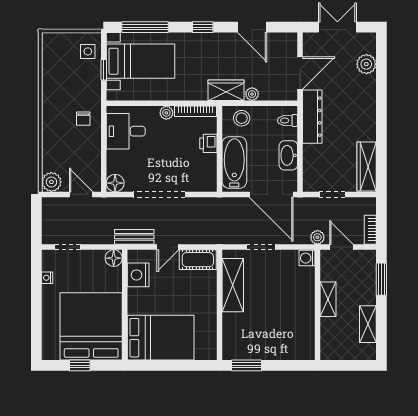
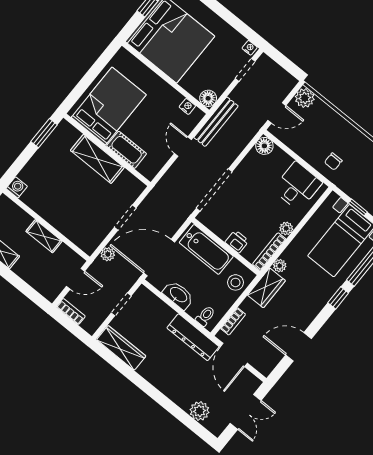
window: (203, 27) -> (338, 298), moved
plant: (252, 94) -> (280, 266), moved
bookcase: (274, 95) -> (233, 321), added
chair: (83, 119) -> (333, 161), turned -90
doorway: (159, 194) -> (214, 190), moved
bench: (134, 237) -> (216, 122), width x1.36
plant: (317, 237) -> (108, 254), moved
washing machine: (307, 258) -> (17, 187), moved
cot: (198, 260) -> (127, 150), moved, turned 90
nightstand: (138, 275) -> (187, 106), width x0.53, depth x0.56
nightstand: (47, 278) -> (250, 48), moved
window: (381, 279) -> (26, 289), removed
shelving: (233, 285) -> (97, 159), moved
bed: (161, 338) -> (109, 106), moved, turned 180

